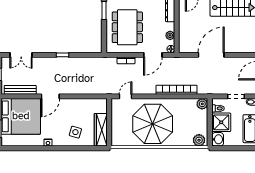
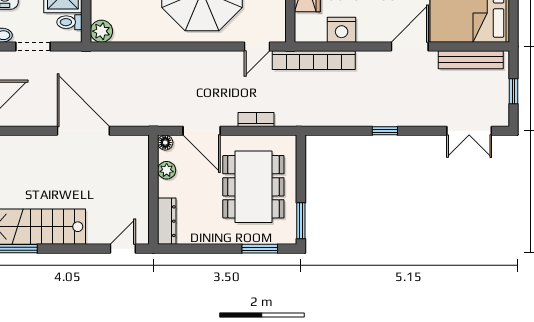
double door: (21, 55) -> (469, 131), swing flipped
door: (153, 55) -> (202, 131), swing flipped
door: (211, 55) -> (83, 131), swing flipped
bookcase: (176, 90) -> (314, 60), moved
nightstand: (84, 105) -> (342, 30), added

